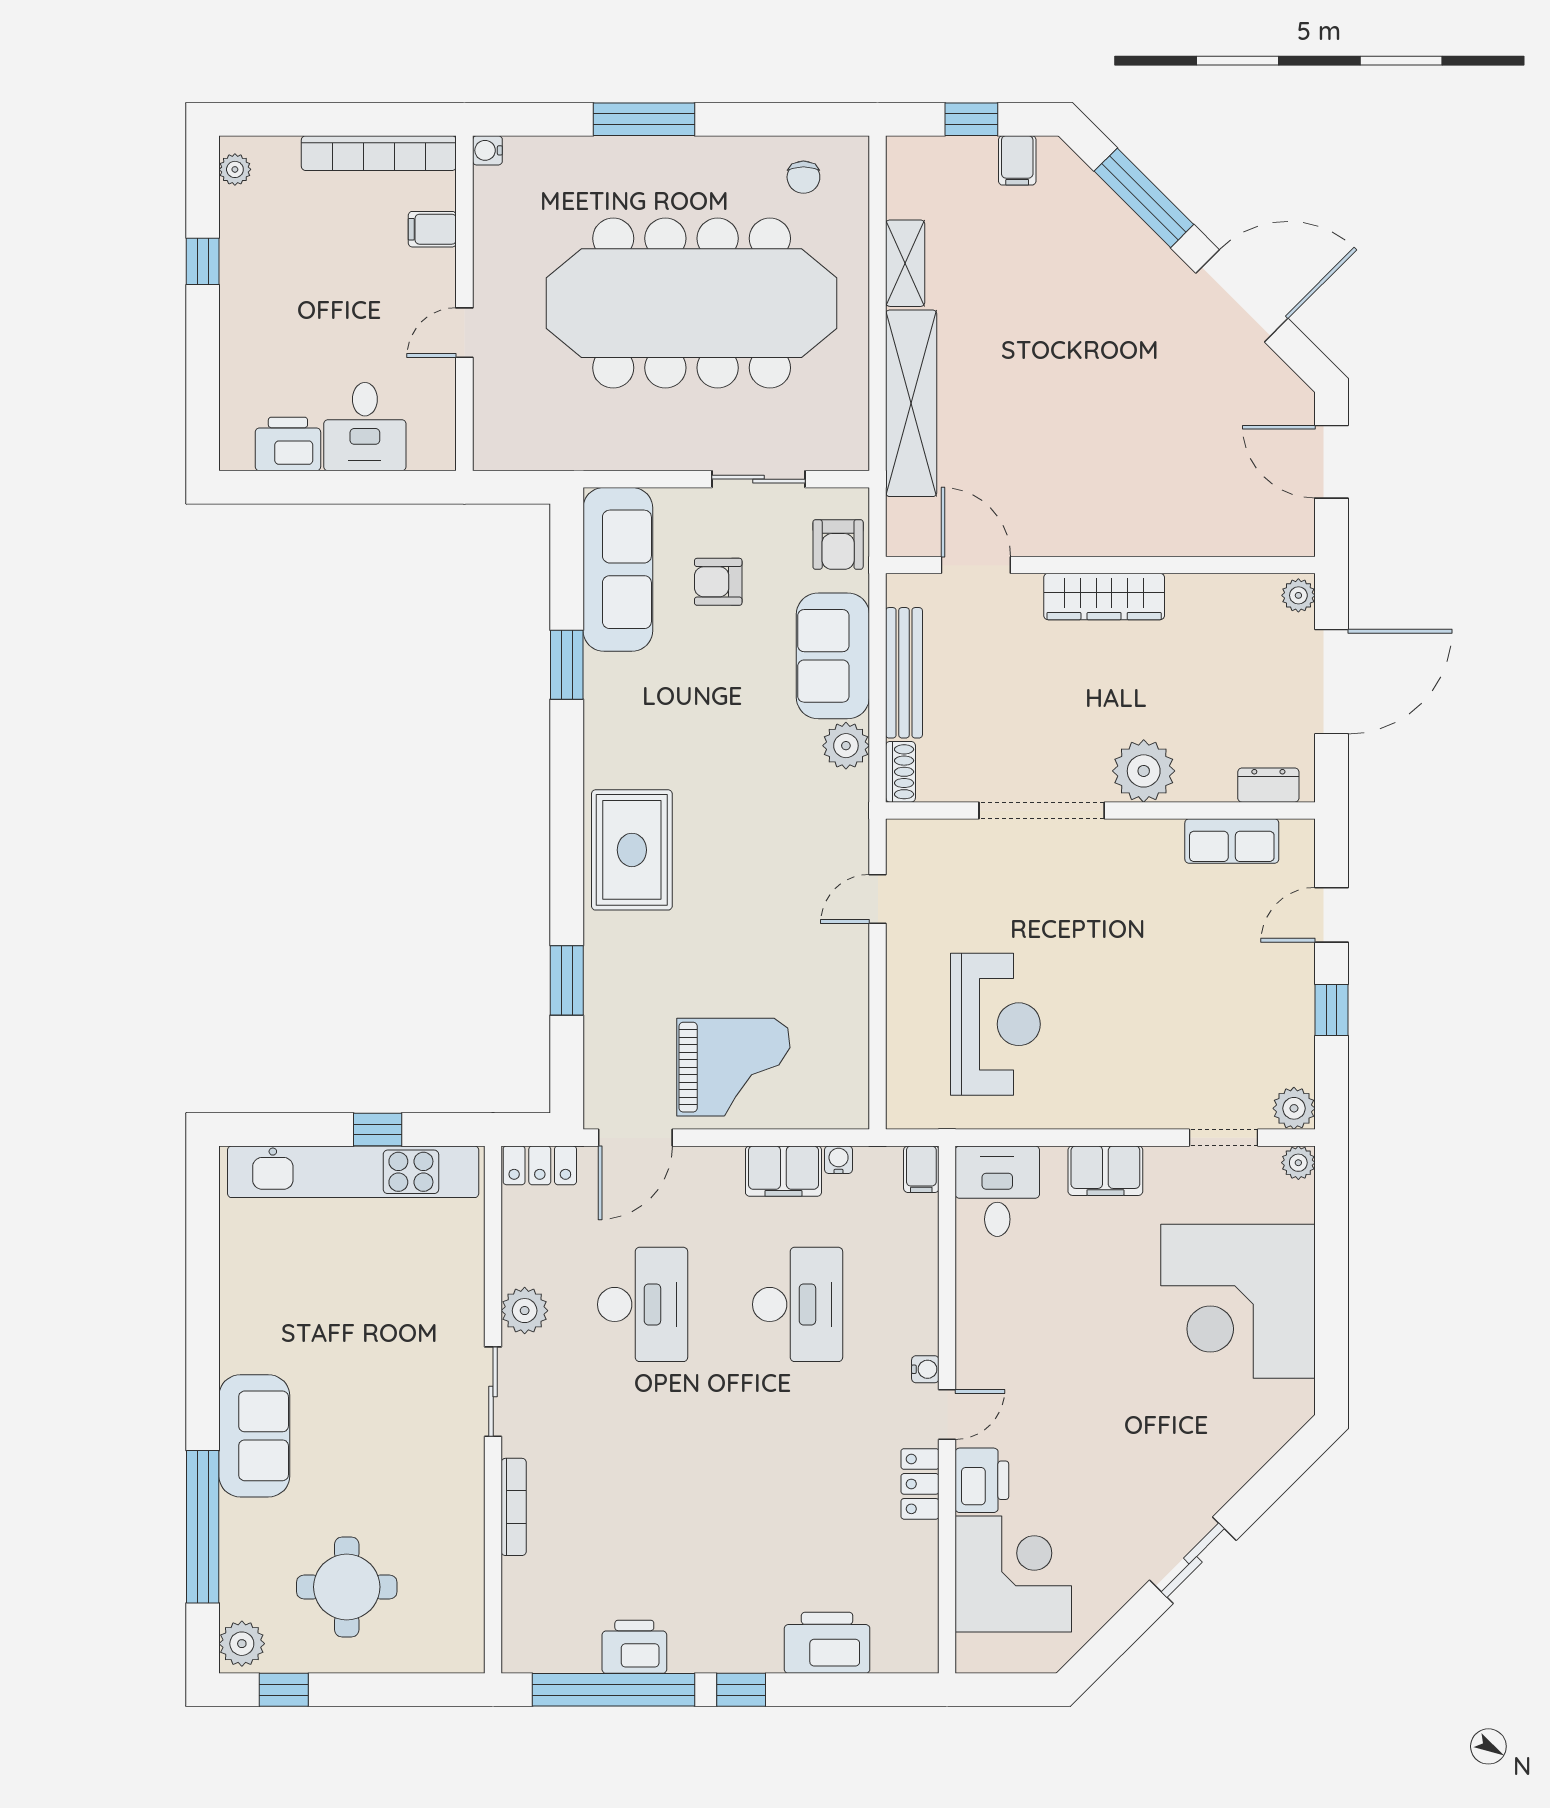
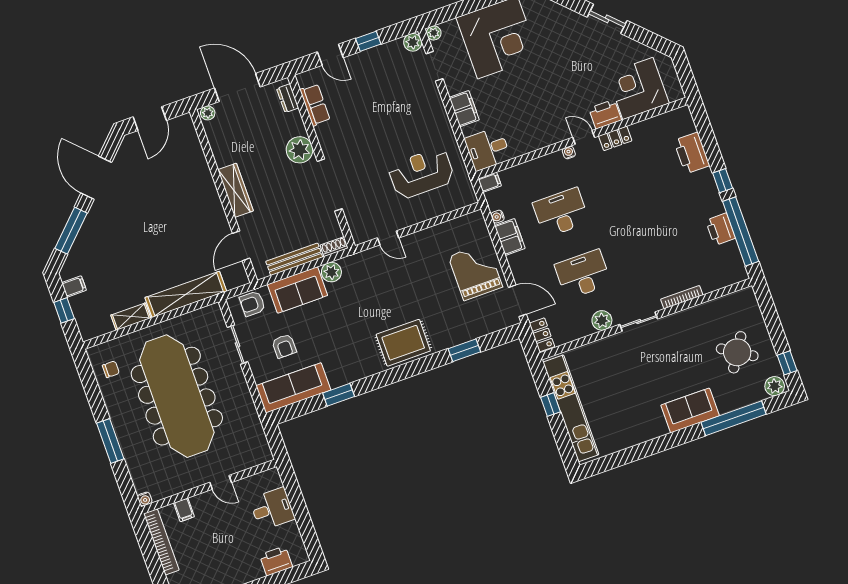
printer: (288, 444) -> (276, 561), moved, turned 90
armchair: (838, 544) -> (252, 304), turned 180
round table: (347, 1587) -> (737, 352), turned 32

